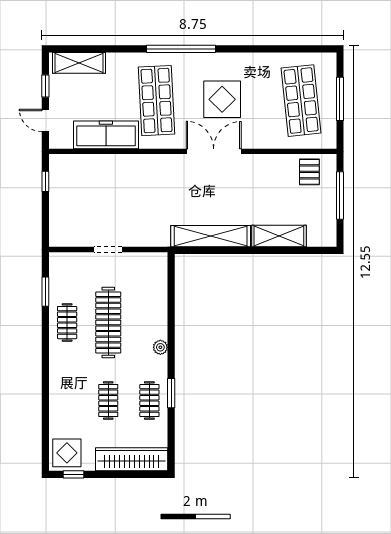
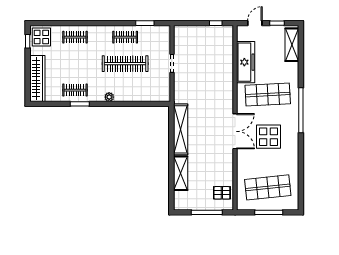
clothes rail: (108, 400) -> (75, 37), moved

